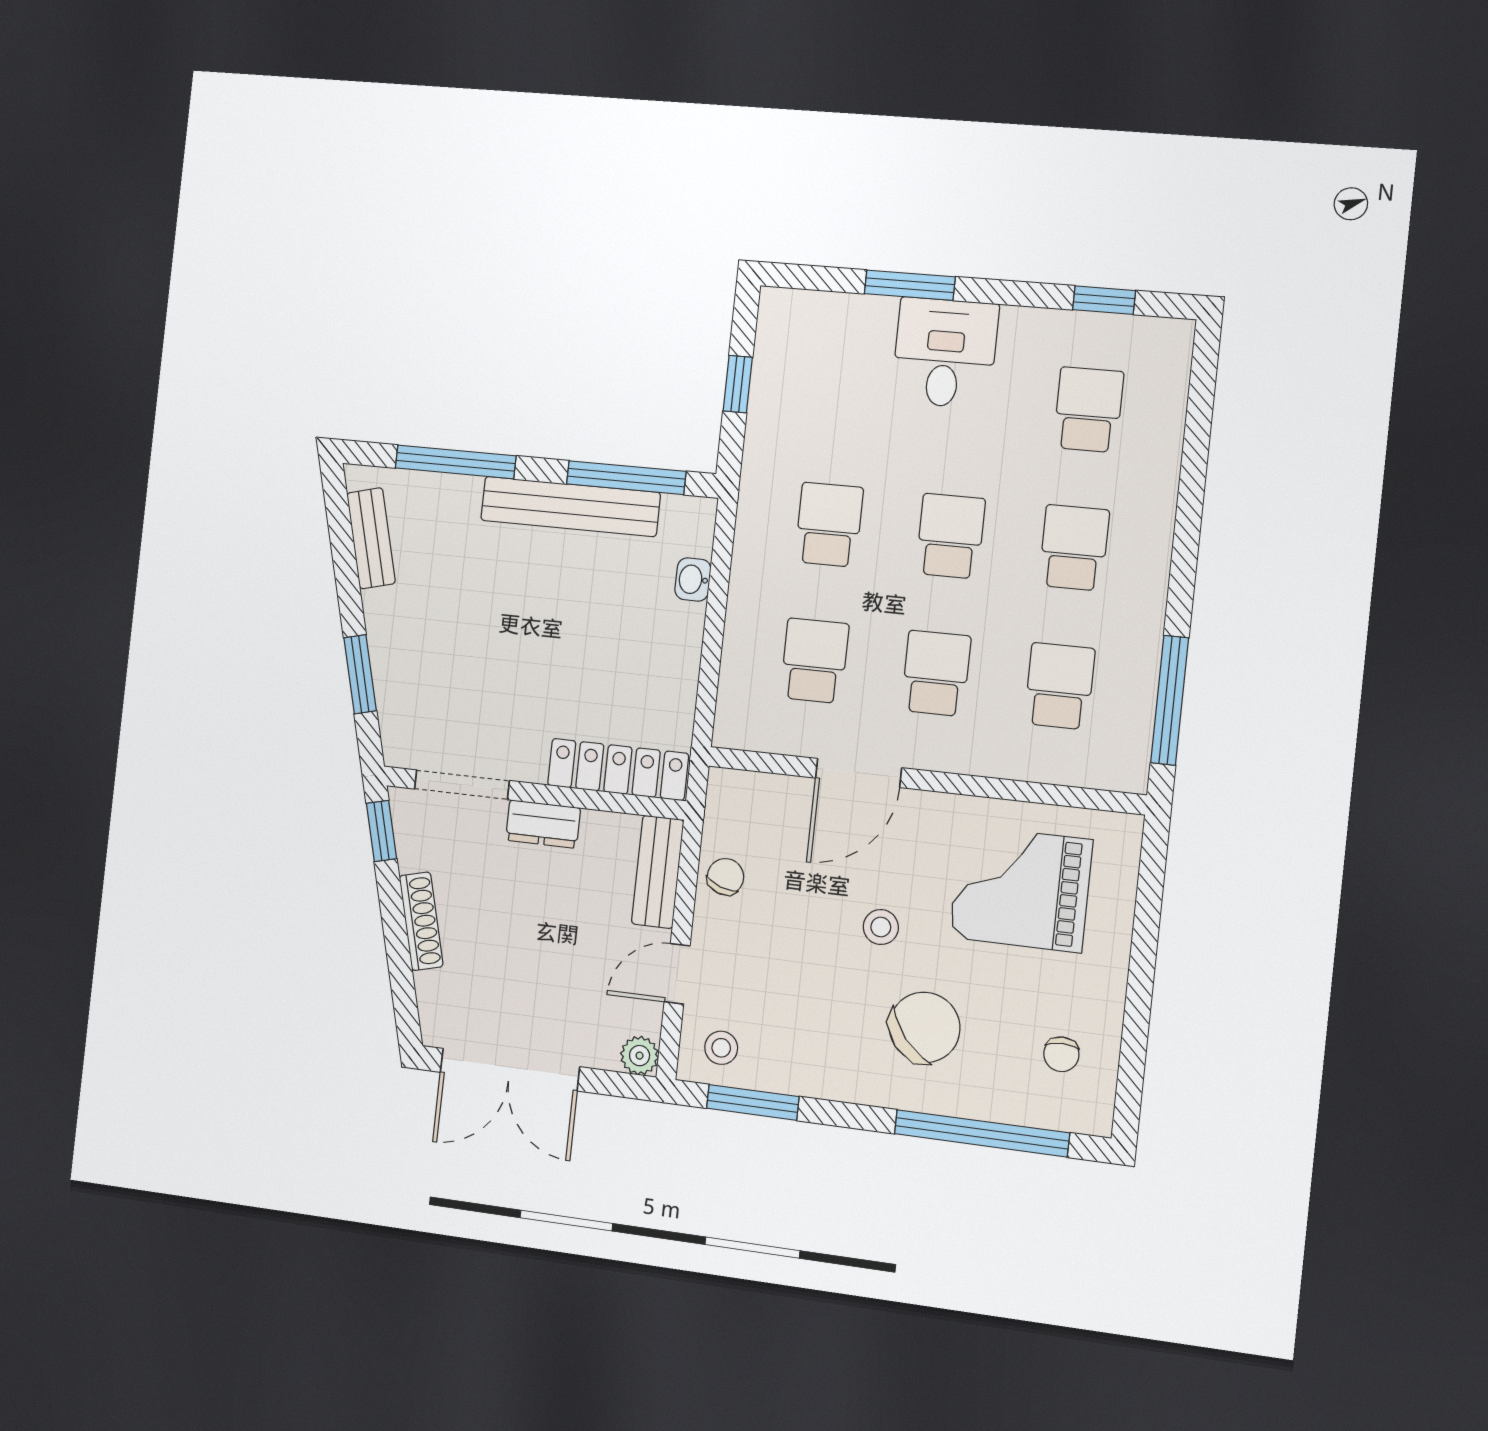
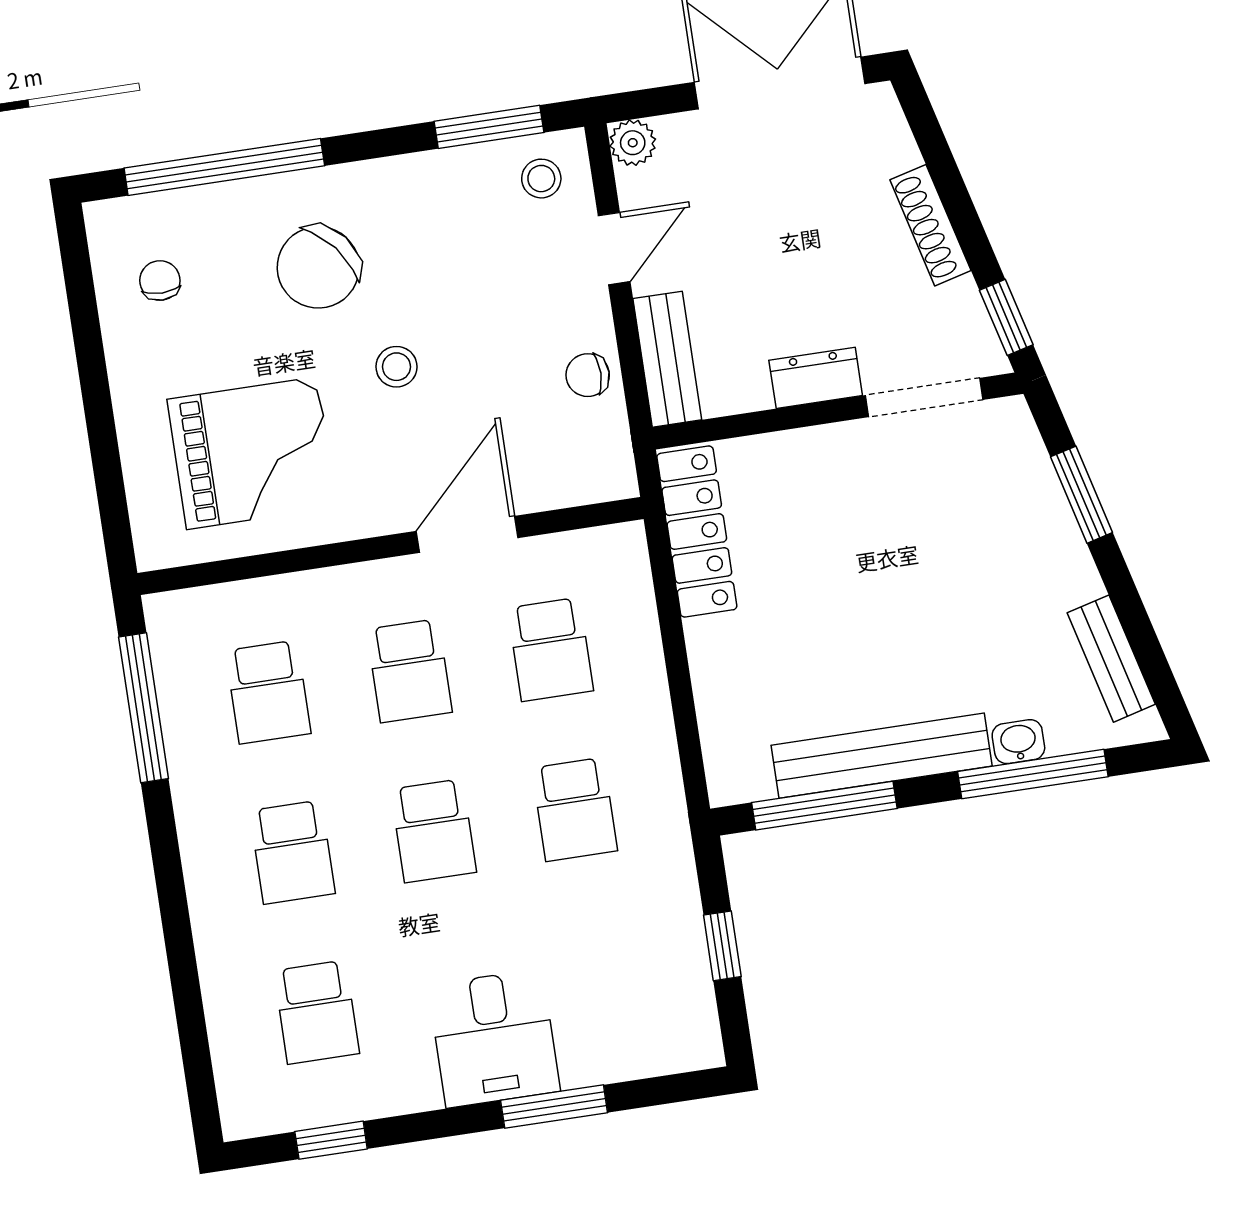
washbasin: (693, 579) -> (1018, 742), moved, turned -90
locker: (618, 769) -> (697, 532), moved, turned -90
chair: (725, 877) -> (588, 375), turned 70

